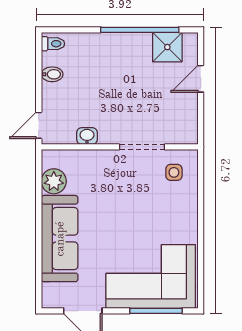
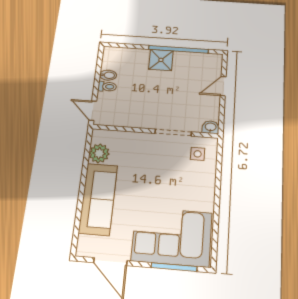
toilet: (53, 44) -> (107, 87), moved
shower: (167, 47) -> (161, 60), moved
door: (39, 125) -> (93, 111), hinge flipped
washbasin: (87, 136) -> (211, 127), moved

